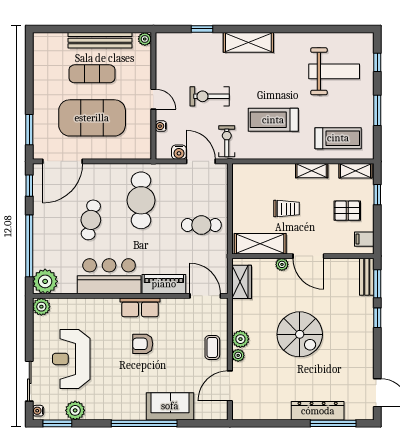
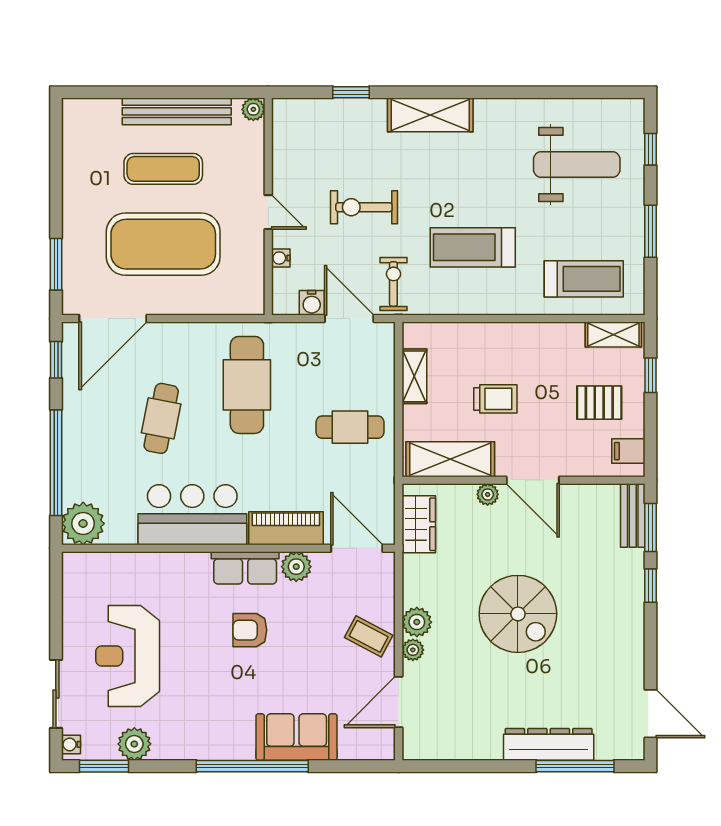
shelving: (312, 171) -> (414, 376), moved, turned 90
plant: (41, 307) -> (296, 567), moved
coffee table: (212, 348) -> (369, 636), turned -62

